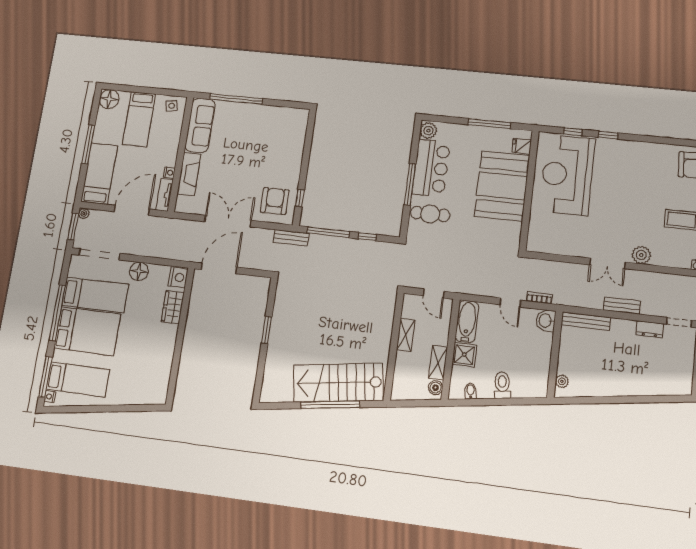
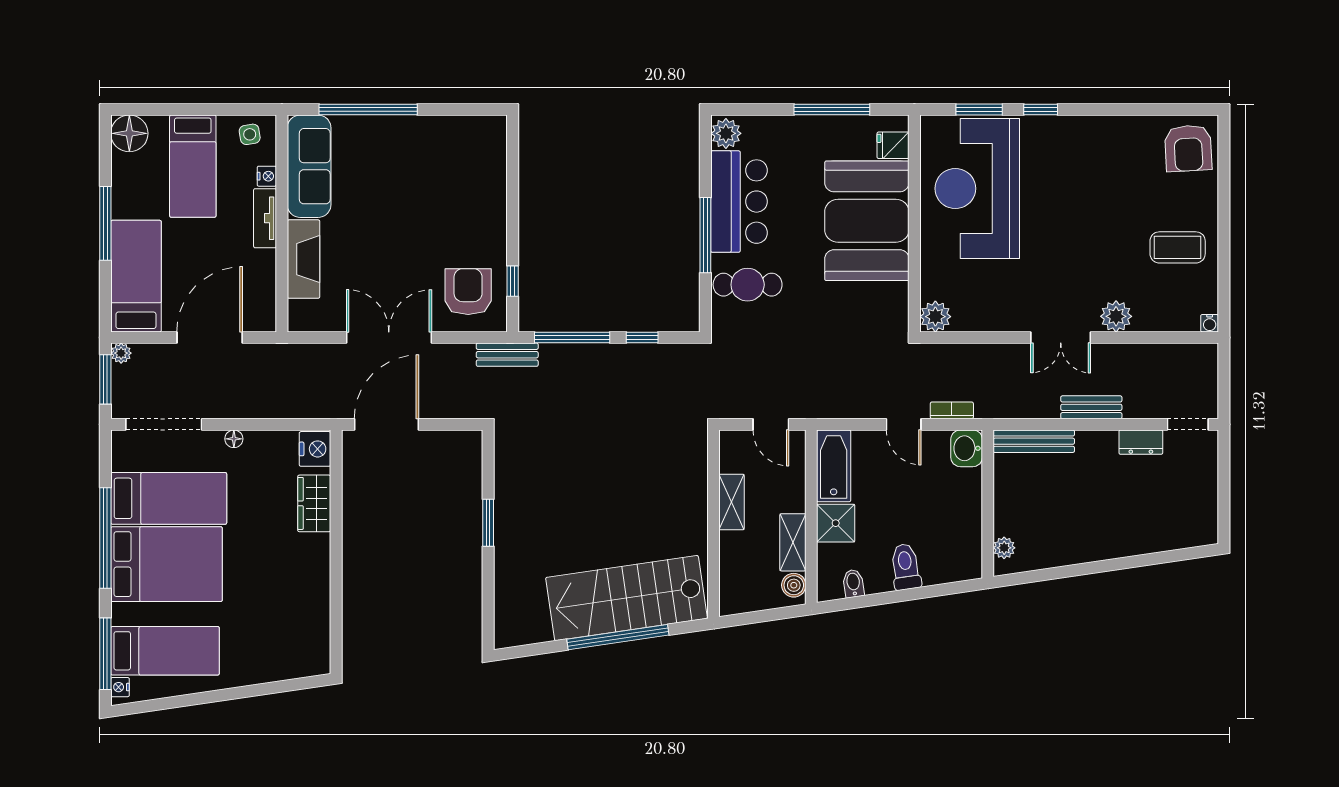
window: (573, 132) -> (979, 109), width x1.50
nightstand: (169, 173) -> (267, 176), moved
tv unit: (165, 195) -> (265, 218), moved
plant: (535, 243) -> (935, 317), added
floor lamp: (139, 271) -> (234, 439), width x0.53, depth x0.53

